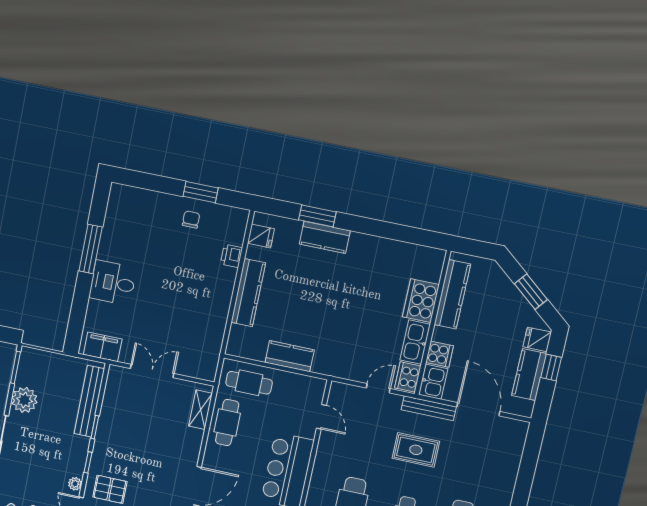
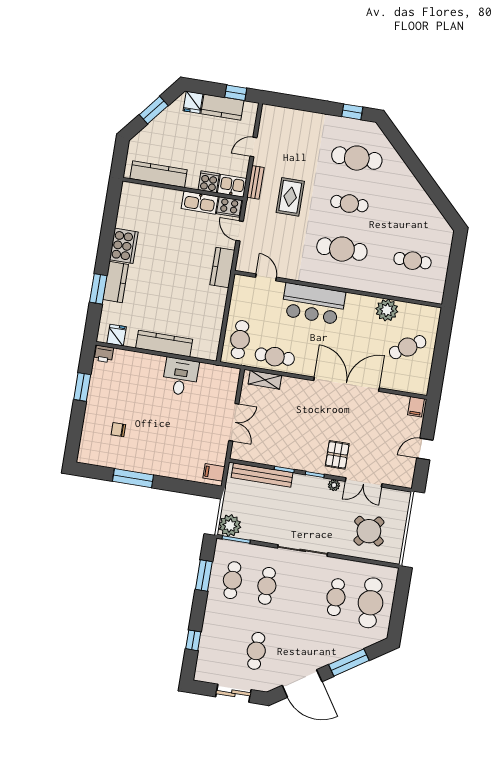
chair: (191, 219) -> (118, 430), moved
printer: (231, 256) -> (104, 354), moved
desk: (113, 283) -> (180, 377), moved, turned 180
cooker: (421, 301) -> (124, 246), moved, turned -90
filing cabinet: (103, 347) -> (214, 472), width x0.50
kitchen counter: (290, 356) -> (222, 268), moved
window: (551, 368) -> (236, 93), moved
double door: (152, 371) -> (234, 422), swing flipped
plant: (24, 400) -> (230, 525), moved
bench: (429, 408) -> (255, 182), width x0.73
door: (478, 409) -> (253, 147), width x0.53
door: (321, 417) -> (266, 277), hinge flipped

